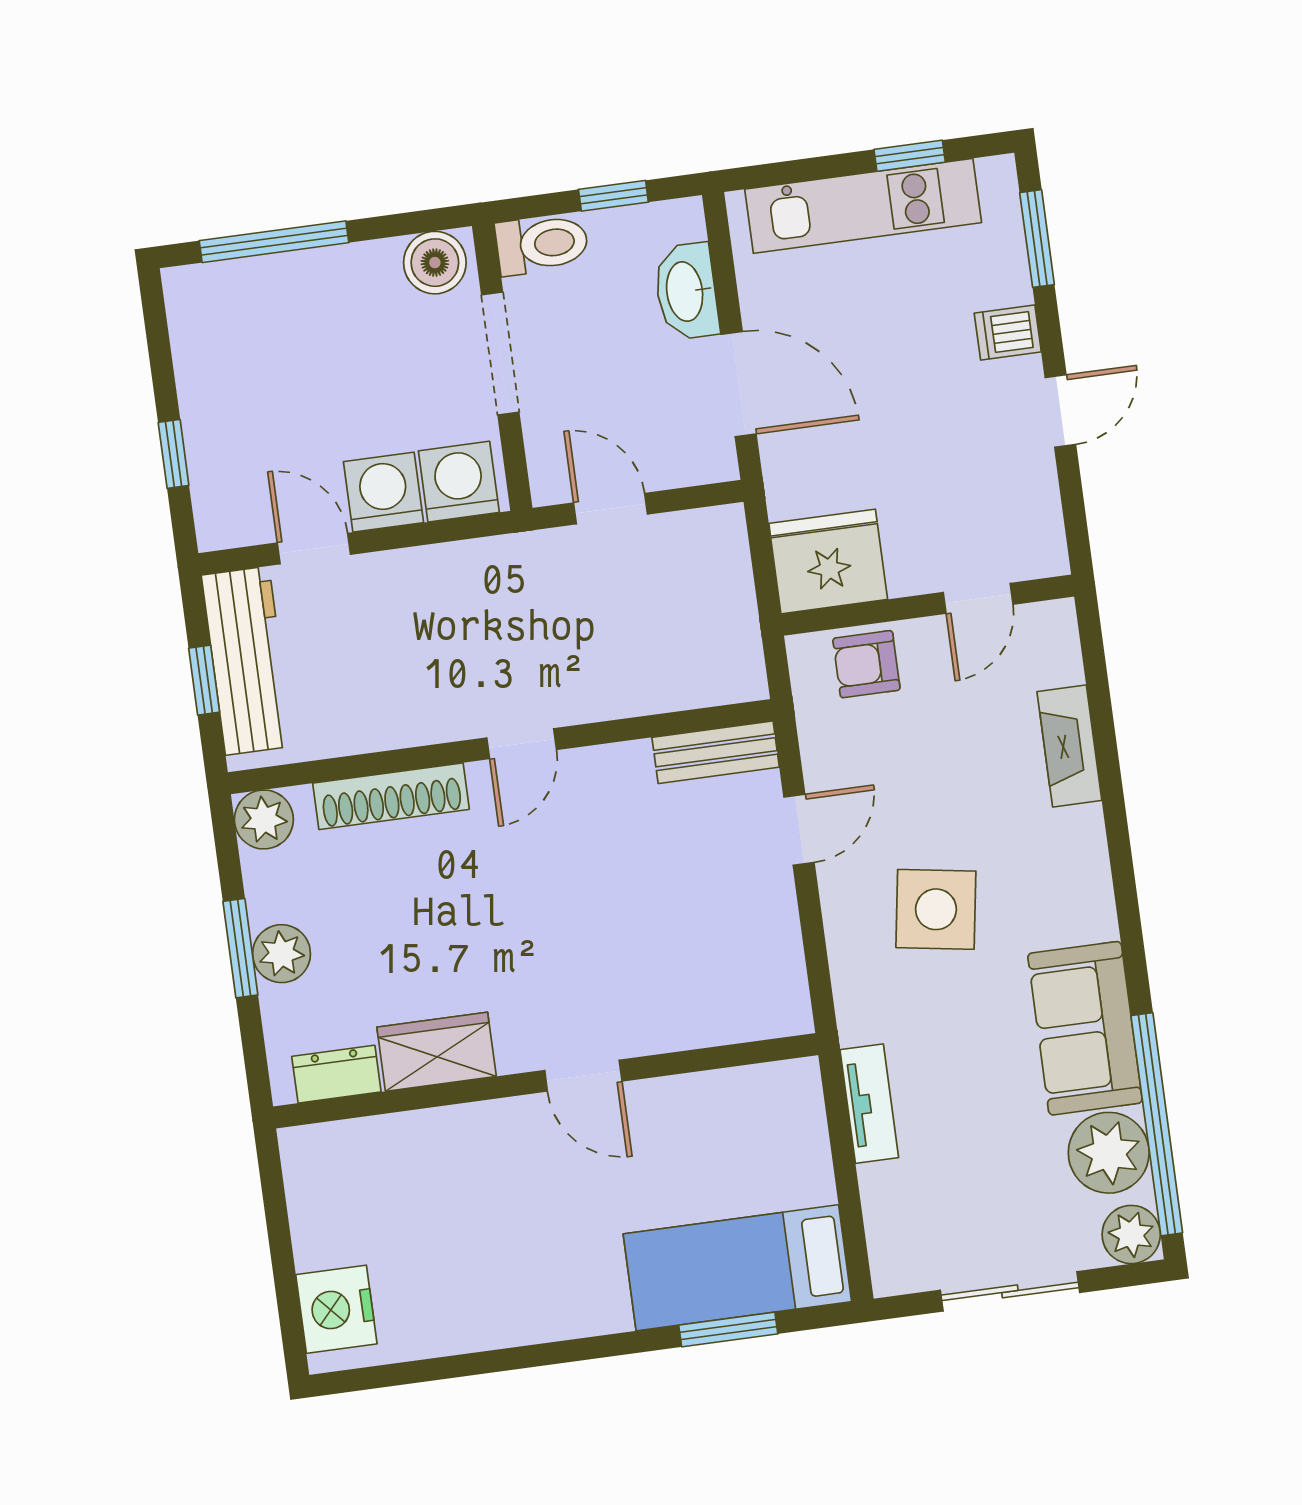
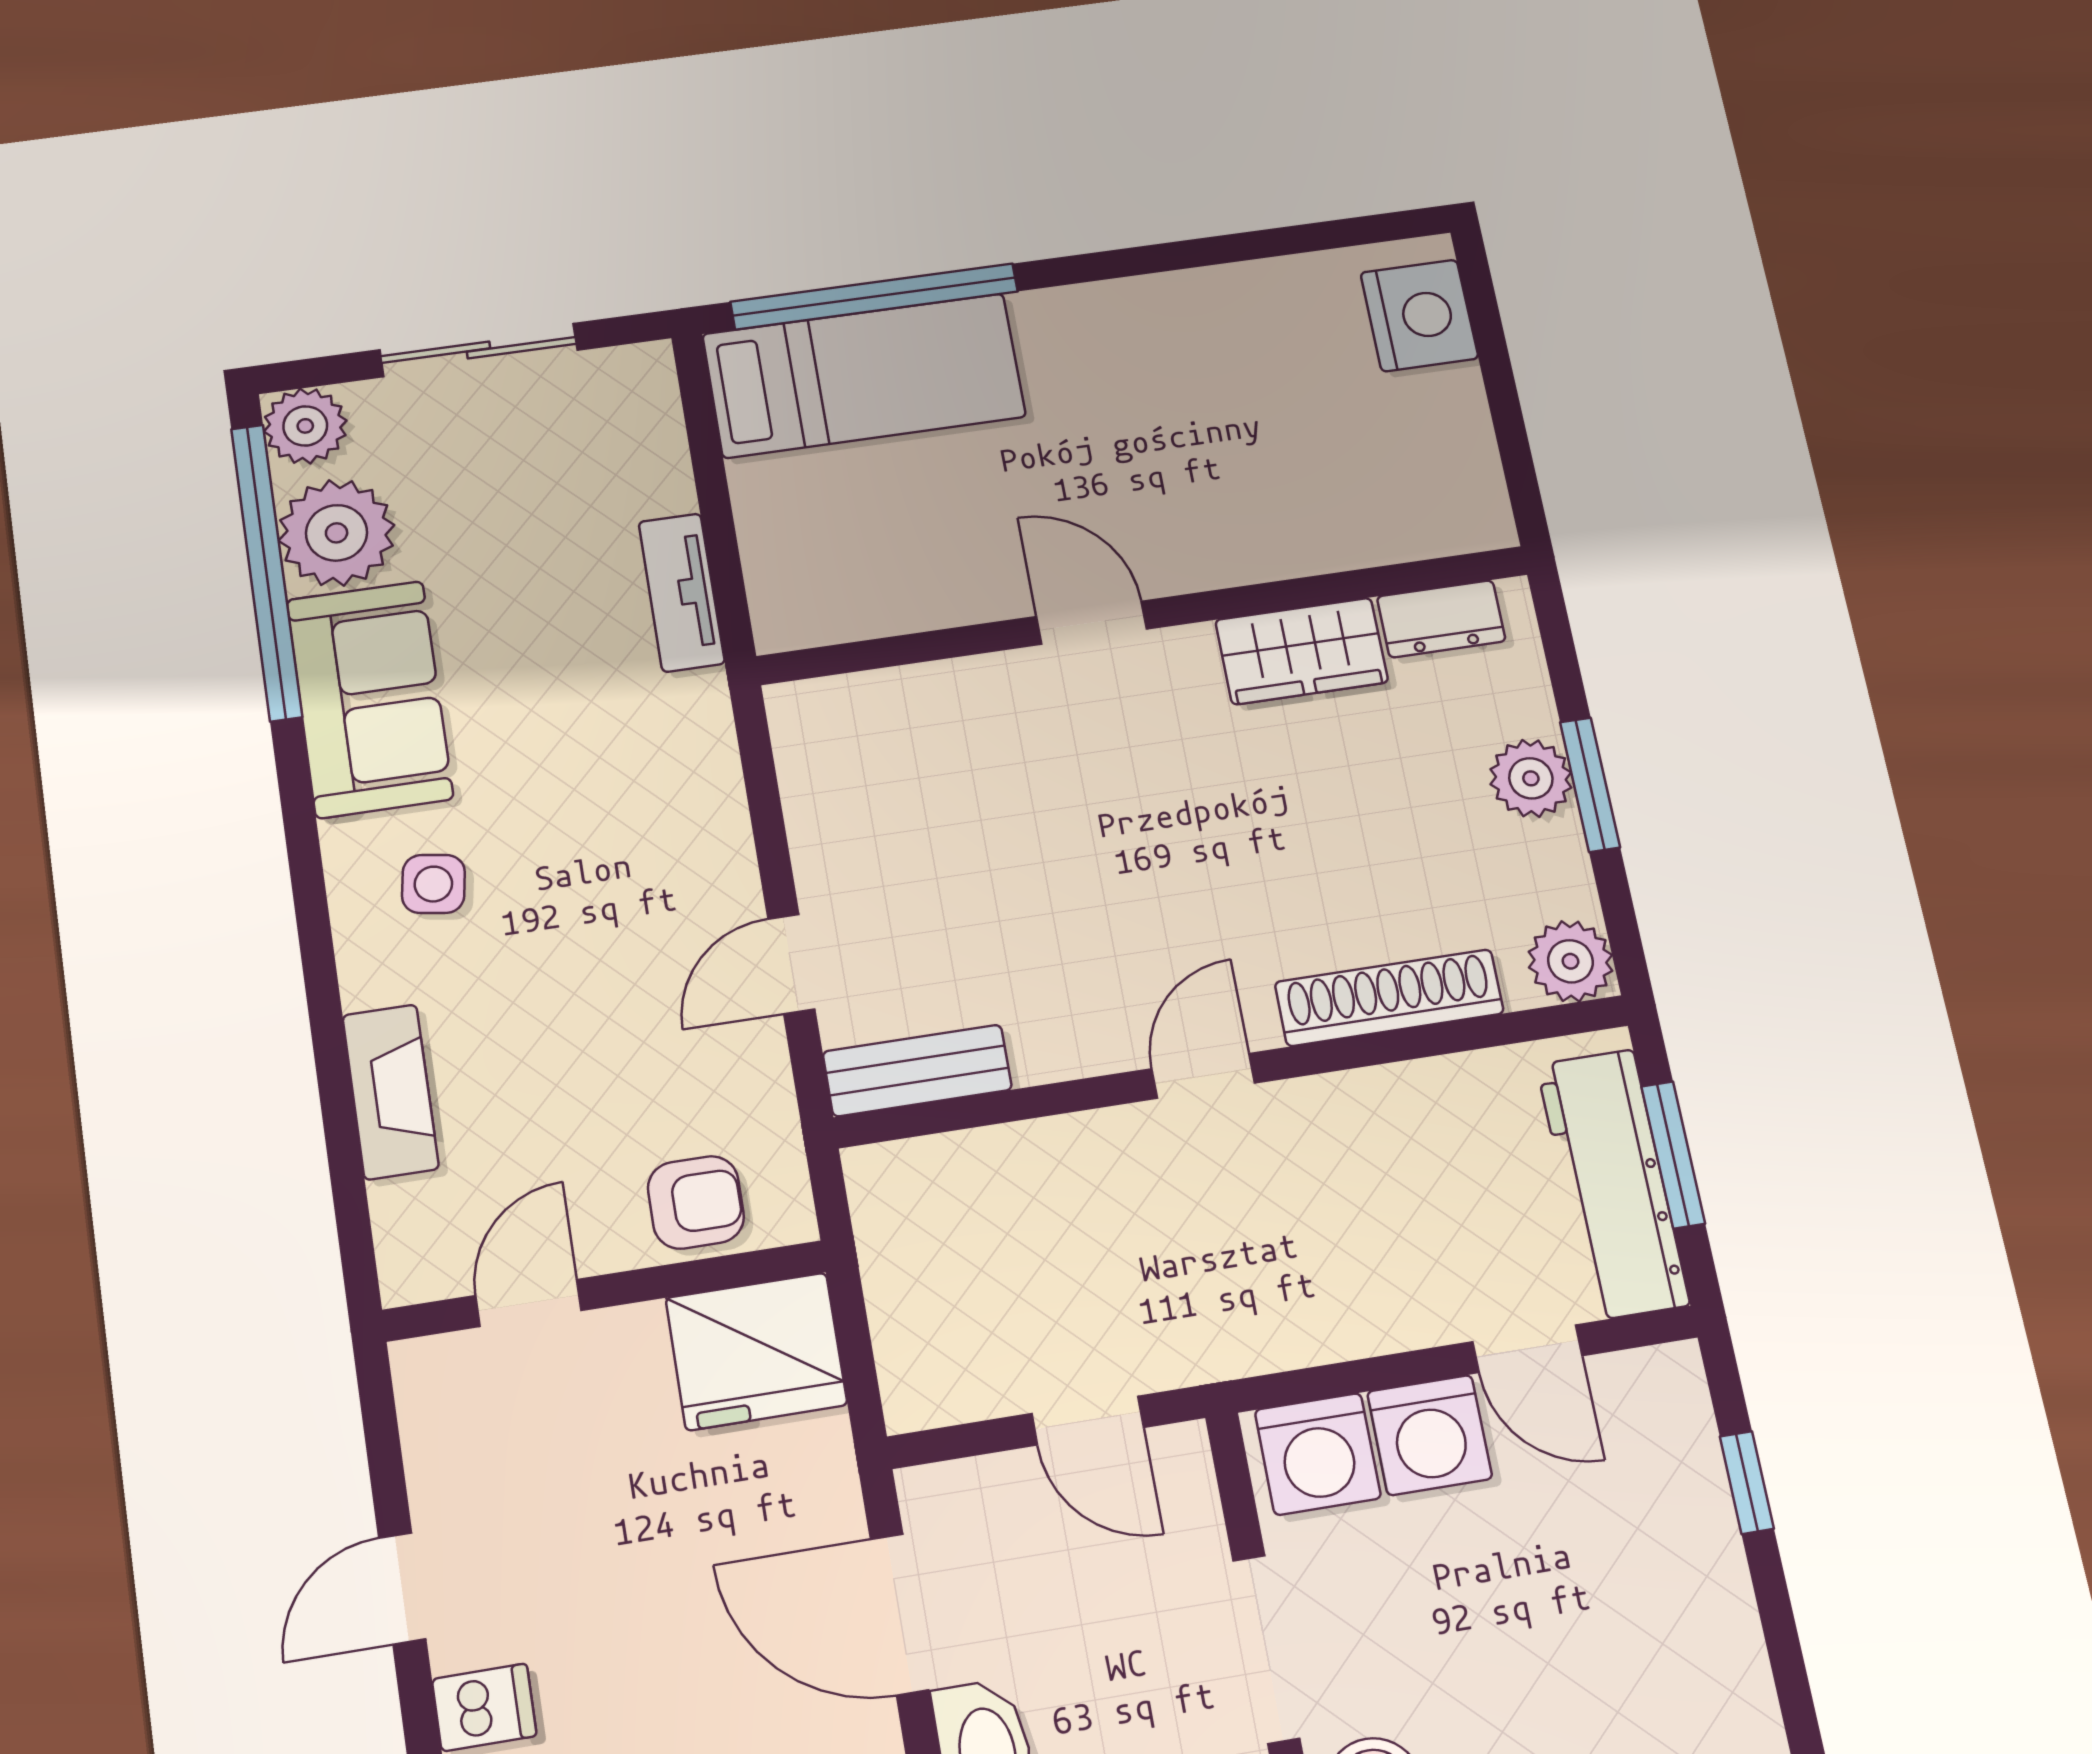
window: (204, 680) -> (1673, 1155), width x1.50
side table: (936, 909) -> (433, 884), moved, width x0.54, depth x0.54
window: (728, 1329) -> (874, 297), width x2.11

